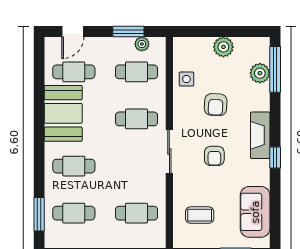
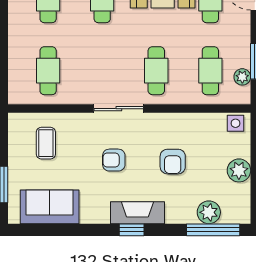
side table: (186, 79) -> (235, 123), moved
armchair: (216, 105) -> (173, 162), turned -93
window: (275, 157) -> (132, 230), moved

